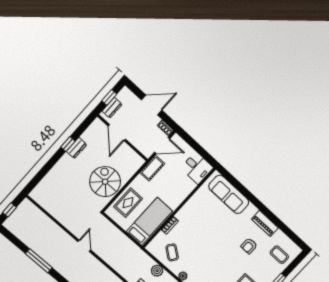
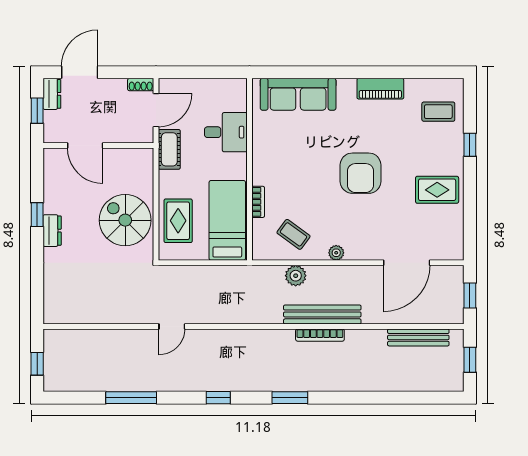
door: (152, 105) -> (80, 72), moved
dresser: (112, 108) -> (52, 94), moved
dresser: (77, 148) -> (52, 231), moved
desk: (197, 168) -> (226, 132), moved
door: (84, 246) -> (172, 326), swing flipped
armchair: (249, 246) -> (361, 173), moved, width x1.88, depth x1.88

